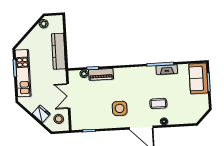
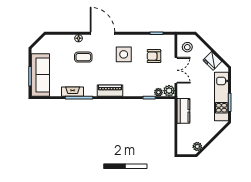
kitchen counter: (58, 51) -> (183, 111), width x0.67
piano: (101, 74) -> (110, 91), moved
plant: (74, 76) -> (169, 91), added
sofa: (198, 78) -> (40, 75), width x1.36
armchair: (90, 108) -> (154, 56), added
fridge: (41, 114) -> (212, 61), moved

